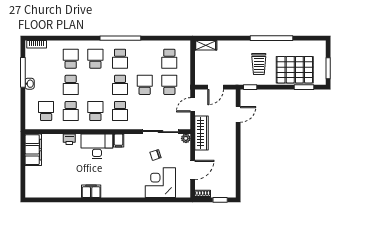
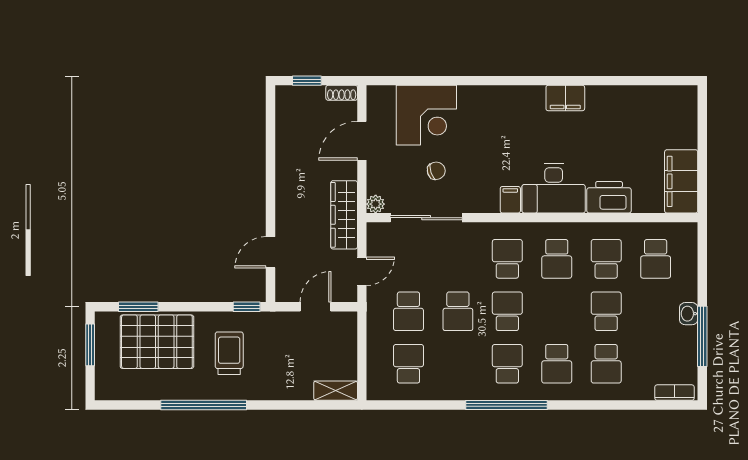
printer: (69, 139) -> (609, 197), width x1.87, depth x1.48

